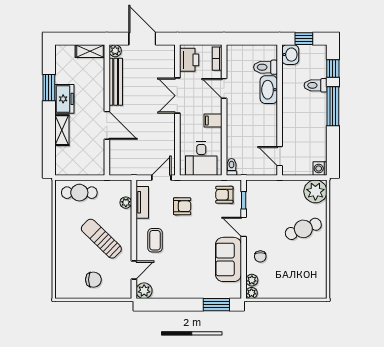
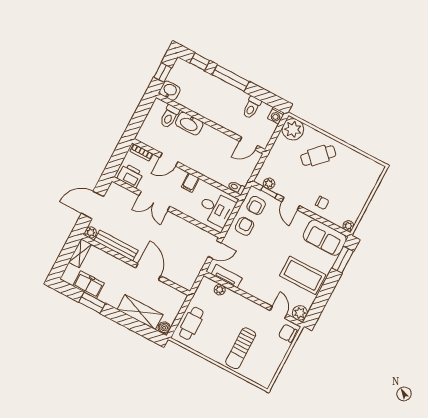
toilet: (316, 85) -> (252, 107), moved
freezer: (64, 99) -> (89, 285), moved
door: (107, 125) -> (148, 272), hinge flipped
shelving: (62, 130) -> (140, 312), width x1.50, depth x1.33
boiler: (61, 169) -> (164, 328), added
door: (161, 178) -> (215, 250), swing flipped
armchair: (182, 206) -> (245, 226), moved
door: (244, 227) -> (291, 204), hinge flipped
cafe table: (303, 229) -> (318, 156), turned 66
sun lounger: (101, 239) -> (241, 348), moved, turned -44
coffee table: (155, 240) -> (303, 275), moved, width x1.86, depth x1.72
sofa: (228, 259) -> (325, 238), moved
chair: (93, 280) -> (288, 333), moved, turned -90
plant: (252, 280) -> (269, 184), moved

